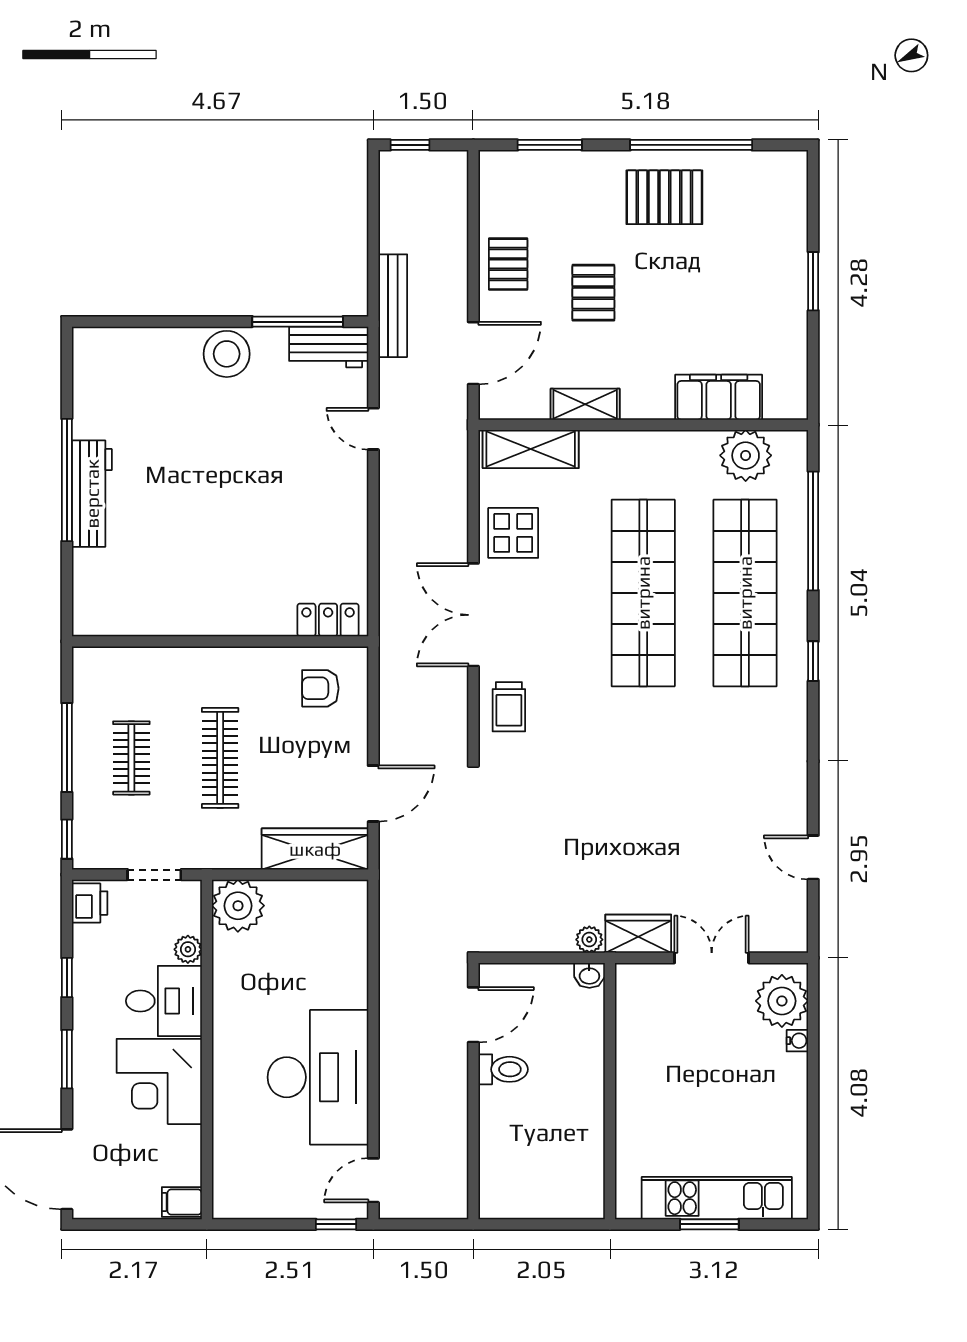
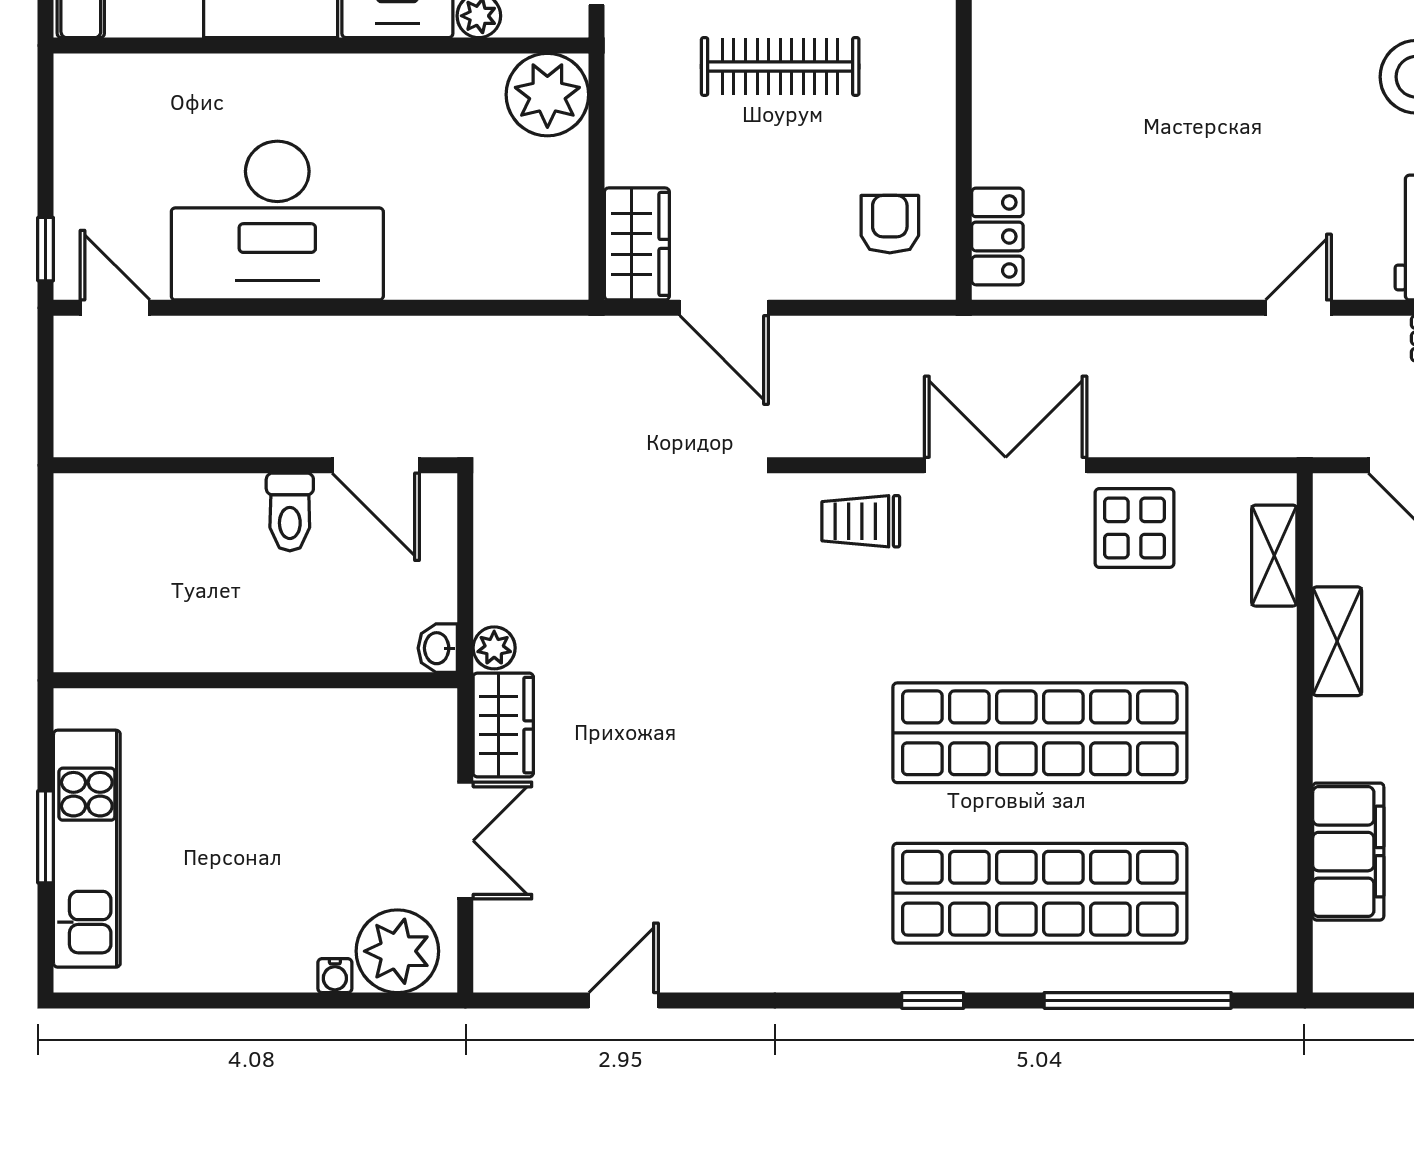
shelving: (531, 449) -> (1274, 556), width x0.67, depth x0.75
plant: (746, 455) -> (1256, 894), removed
wardrobe: (315, 849) -> (637, 244), width x0.67

